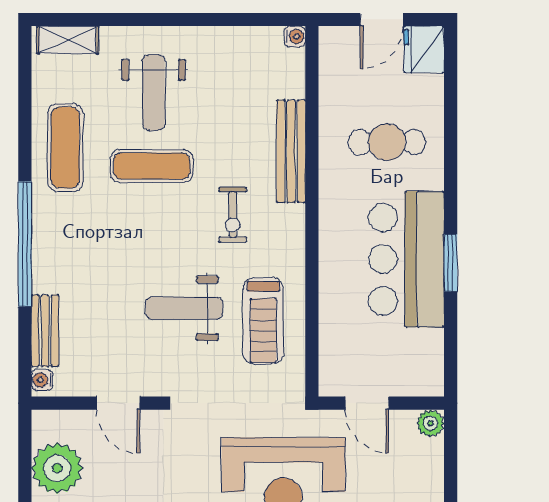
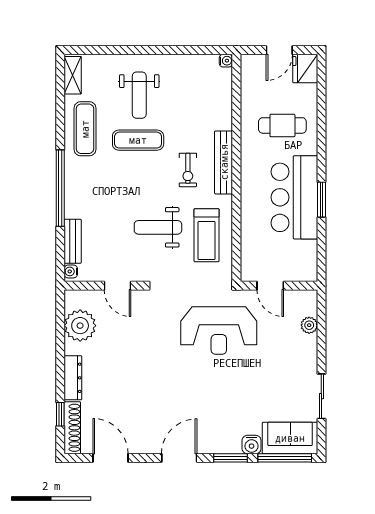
shelving: (68, 40) -> (73, 75), moved, turned 90
bench: (291, 151) -> (224, 162), moved
plant: (431, 423) -> (309, 325), moved

